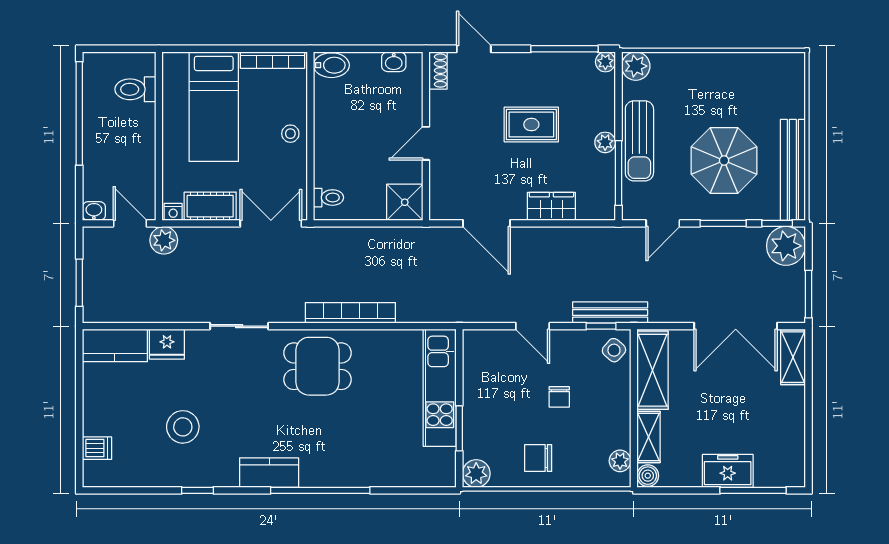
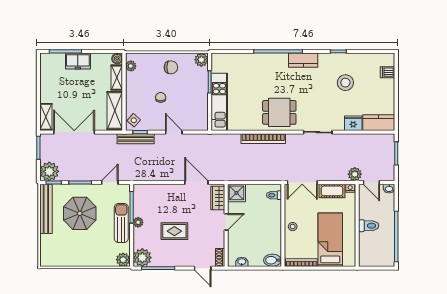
plant: (605, 62) -> (142, 258), width x1.87, depth x1.87
toilet: (135, 89) -> (369, 226), moved
wardrobe: (551, 206) -> (218, 198), moved, turned 90

